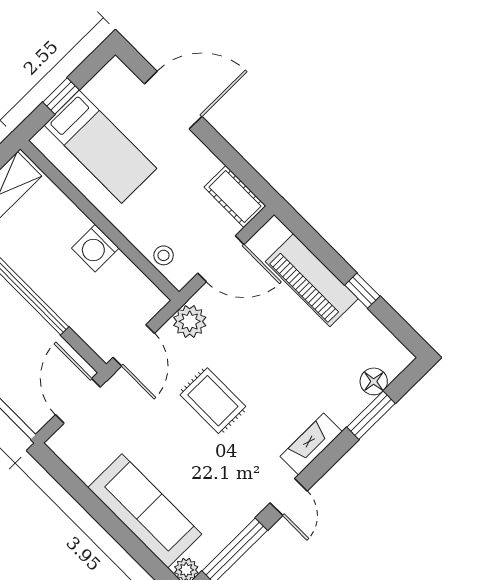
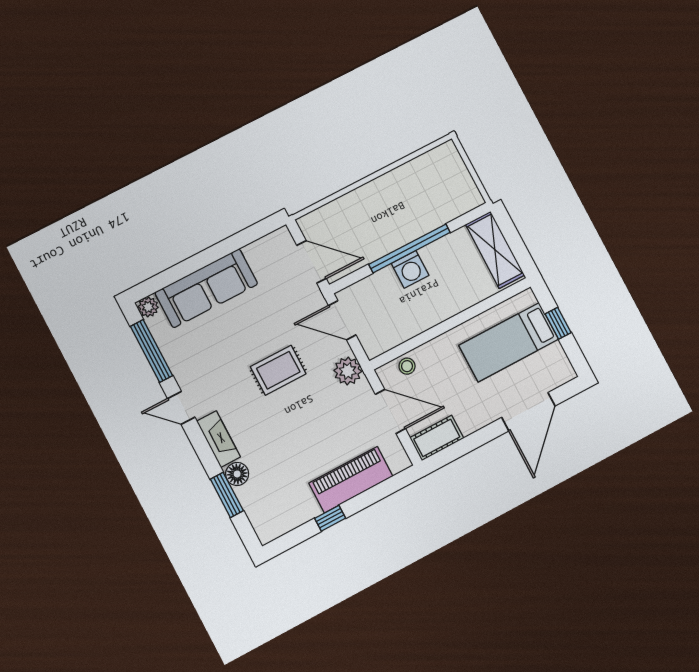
washing machine: (95, 248) -> (410, 269), moved, turned 180
door: (221, 259) -> (390, 411), swing flipped
floor lamp: (374, 381) -> (237, 474), moved

